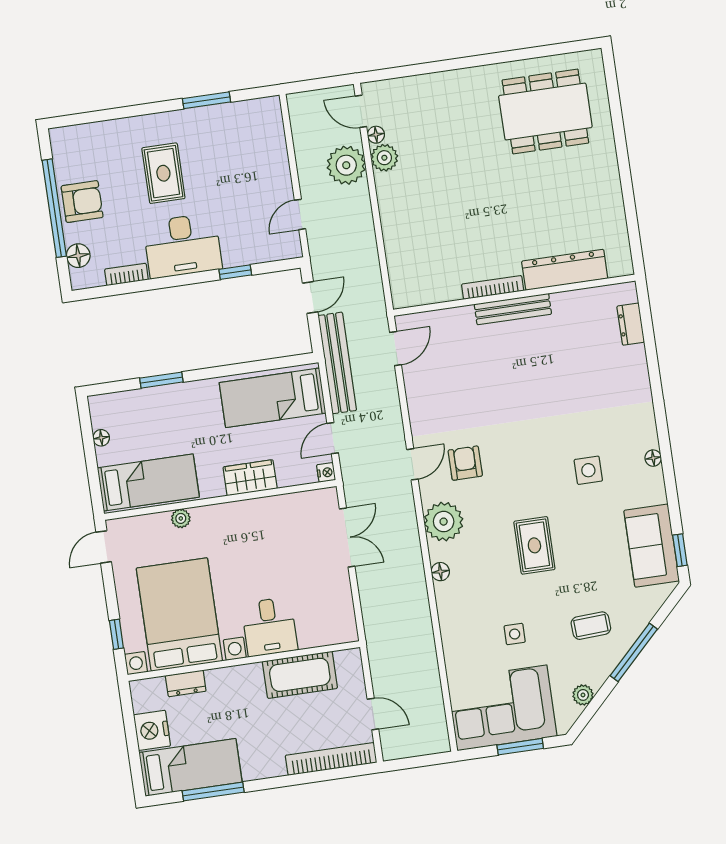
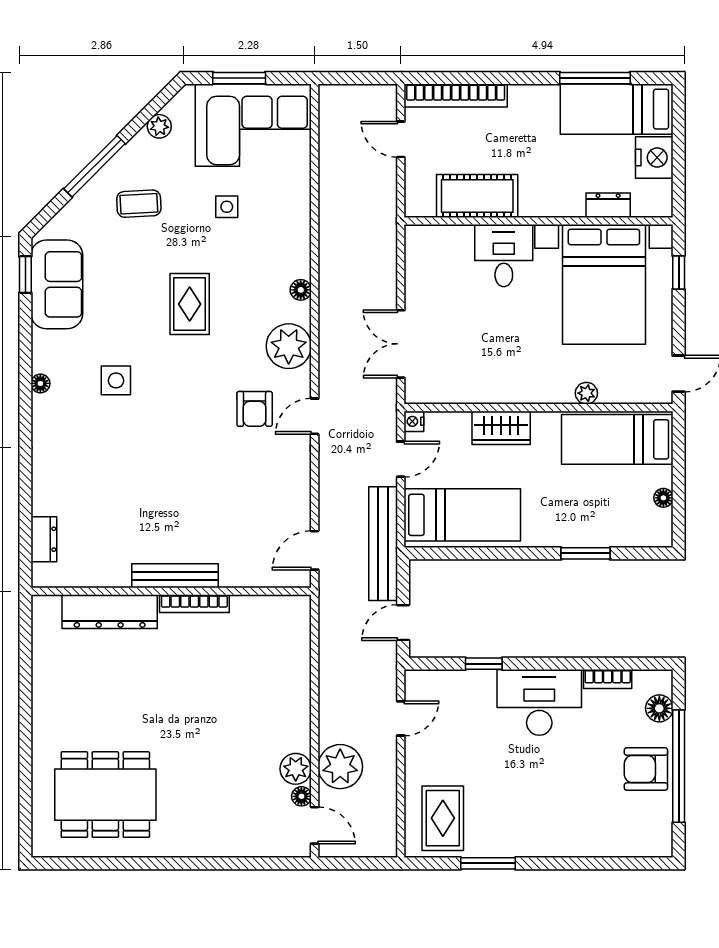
rug: (163, 173) -> (443, 818), moved

